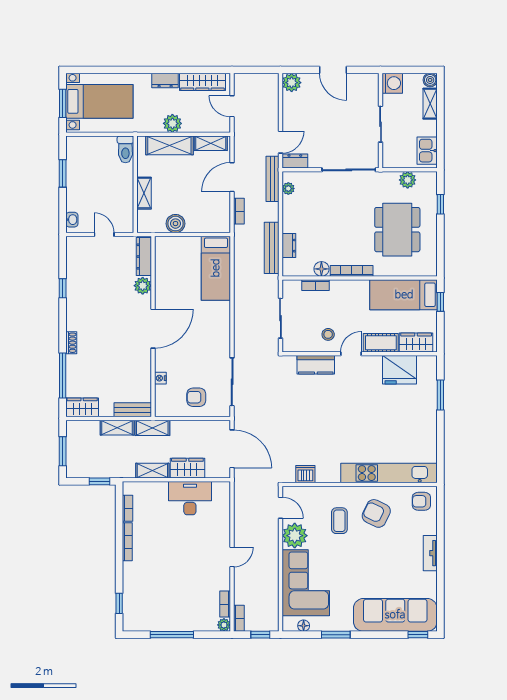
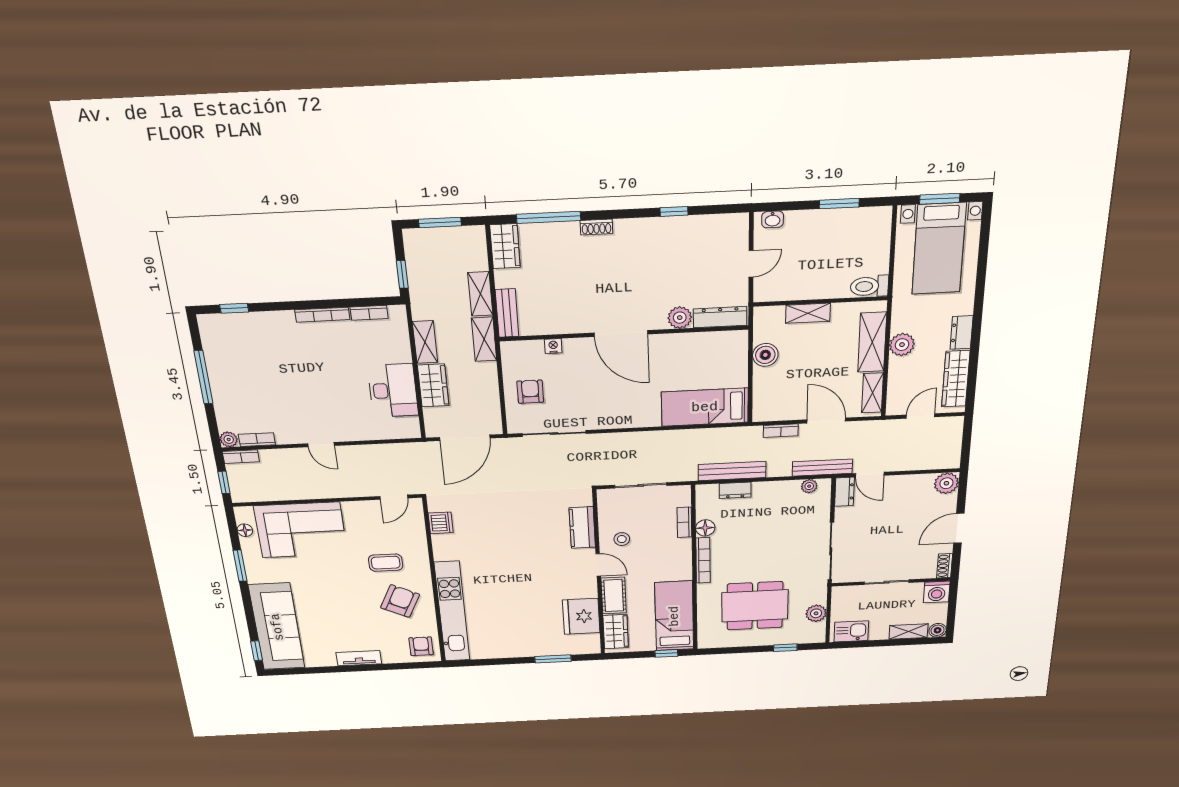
shoe rack: (367, 79) -> (945, 566), added
plant: (295, 536) -> (360, 515), removed

